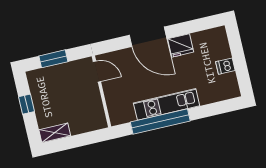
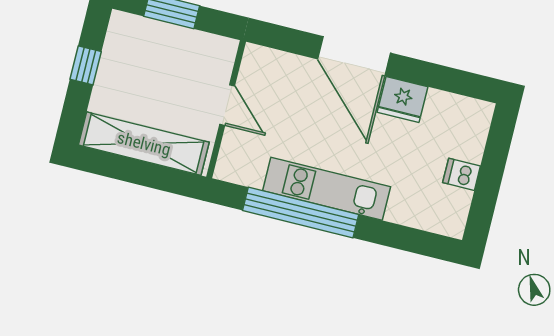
door: (97, 71) -> (227, 105), moved
shelving: (55, 133) -> (144, 144), width x2.20, depth x1.33

